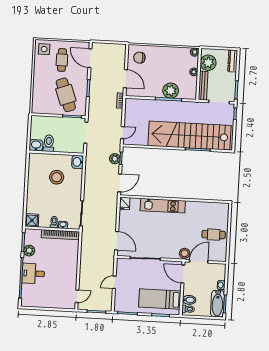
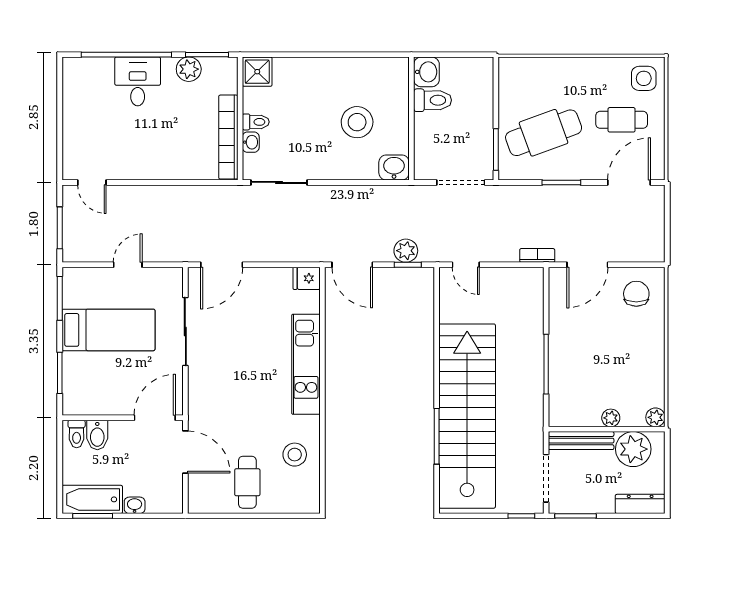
plant: (171, 91) -> (566, 368), removed
stool: (185, 253) -> (295, 455), moved
door: (114, 282) -> (128, 265), hinge flipped
bed: (160, 299) -> (108, 330), moved, turned 90

